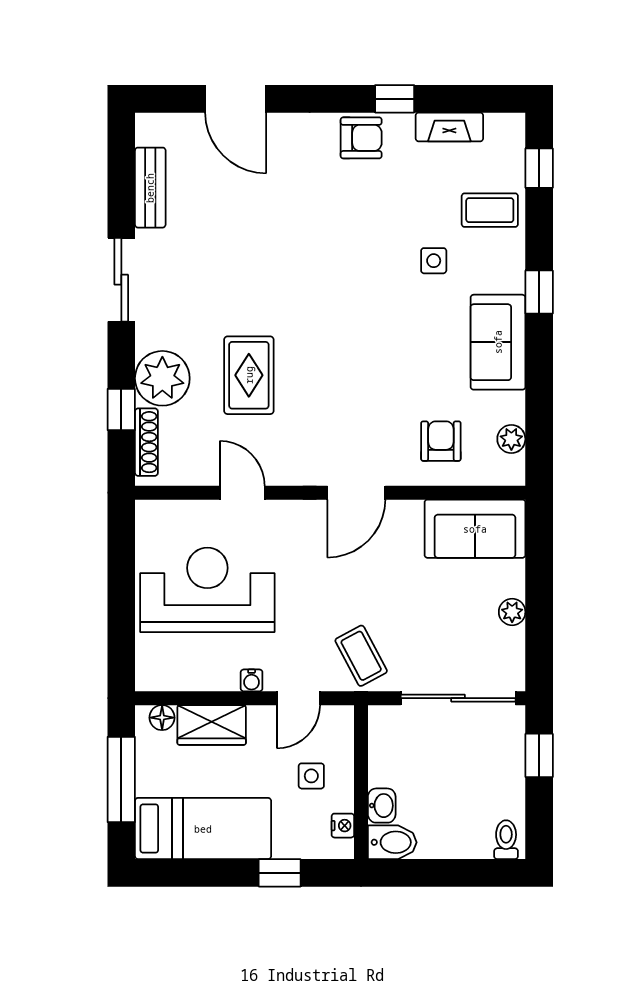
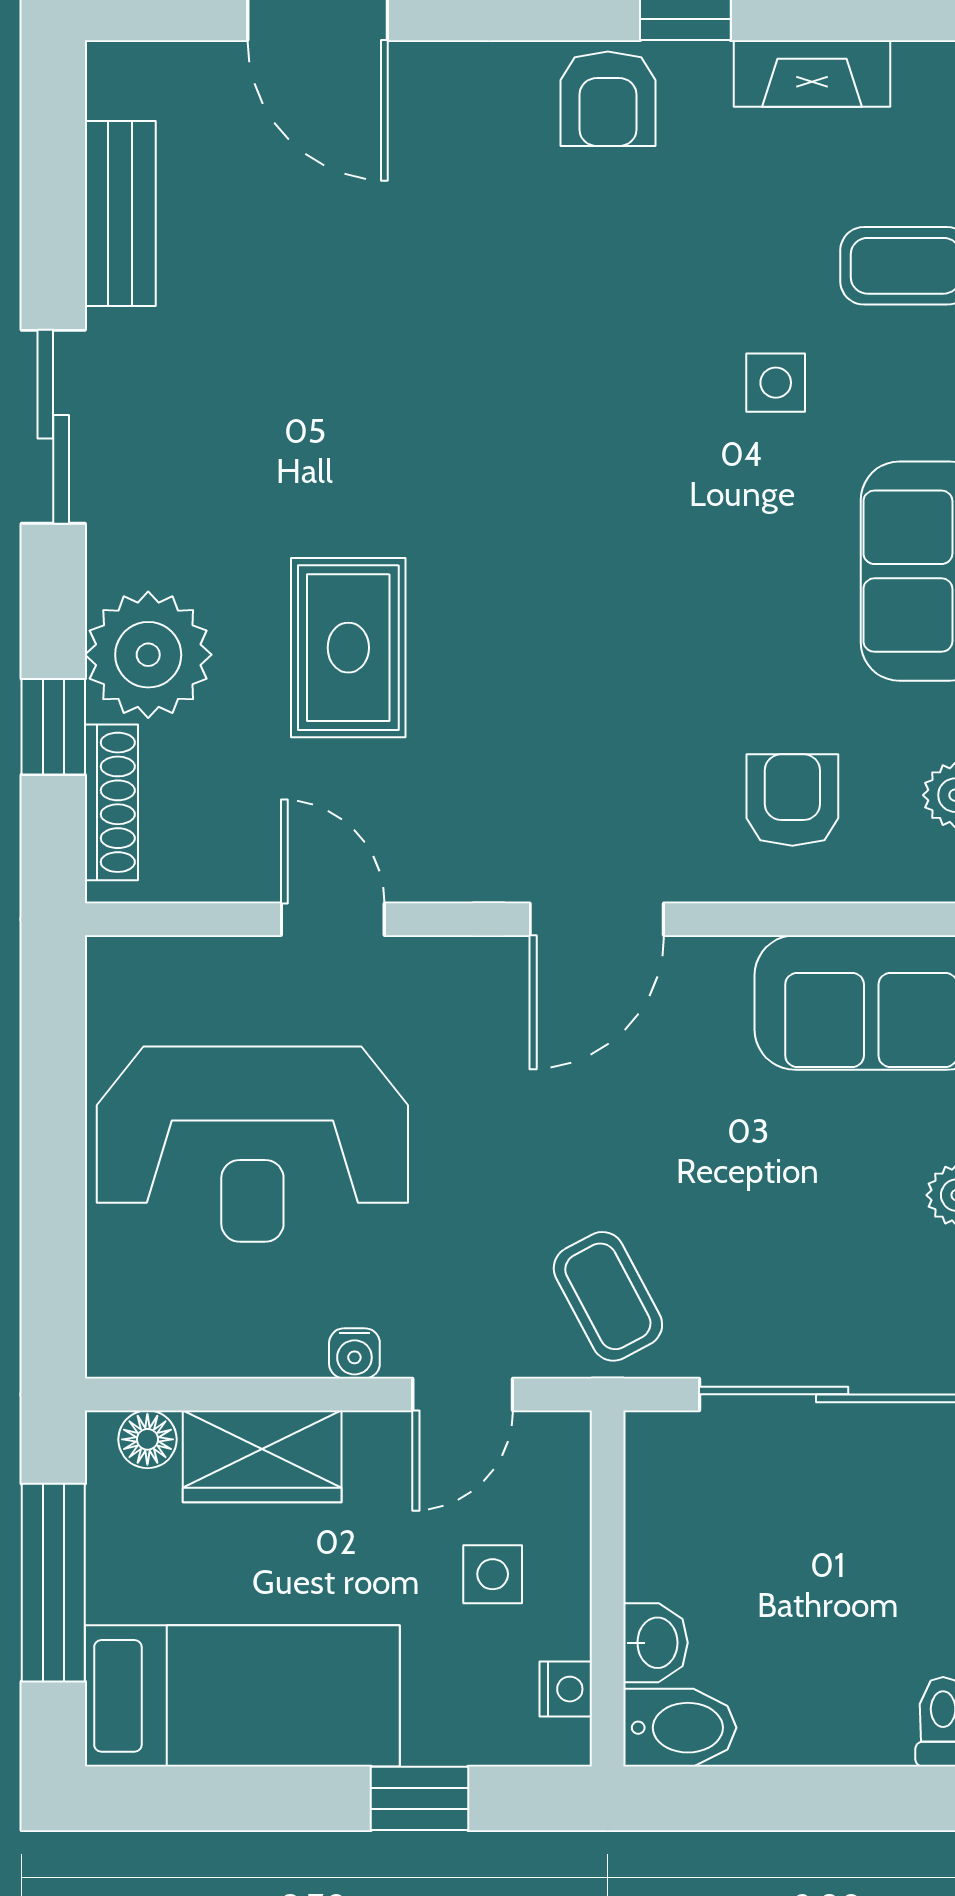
armchair: (361, 138) -> (608, 99), turned 90
reception desk: (207, 590) -> (252, 1144), turned 180

